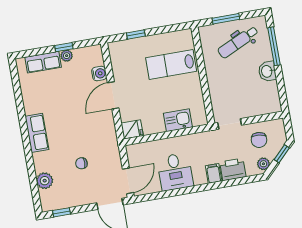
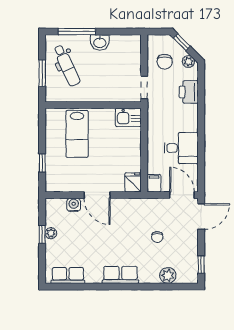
row of seats: (43, 62) -> (68, 275), moved, turned -90
kitchen sink: (178, 120) -> (128, 117), moved, turned -90
chair: (259, 140) -> (165, 62), turned 84
filing cabinet: (214, 173) -> (154, 183), moved, turned 90

